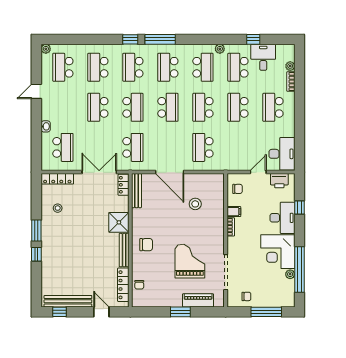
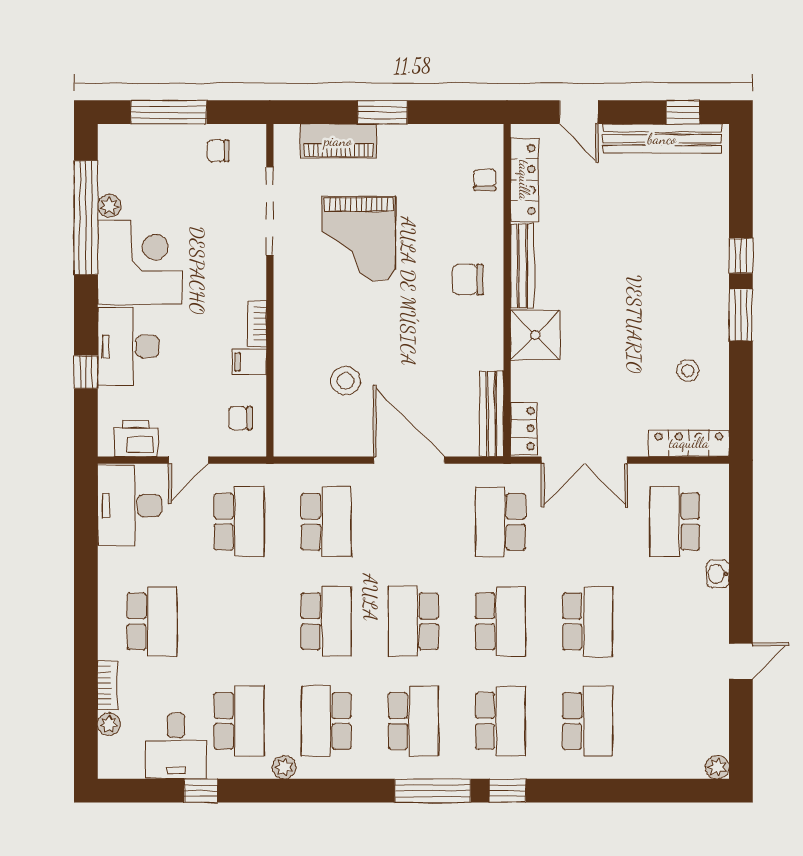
school desk: (63, 67) -> (675, 721), removed
school desk: (133, 107) -> (500, 621), turned 180
school desk: (238, 107) -> (239, 522), moved

